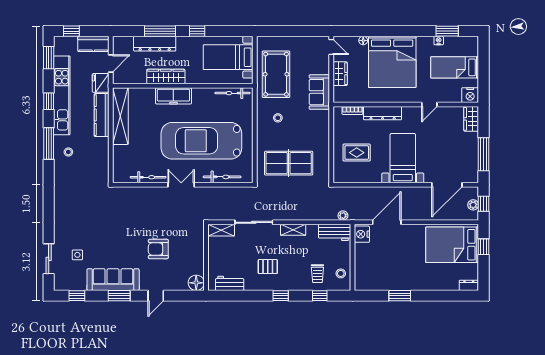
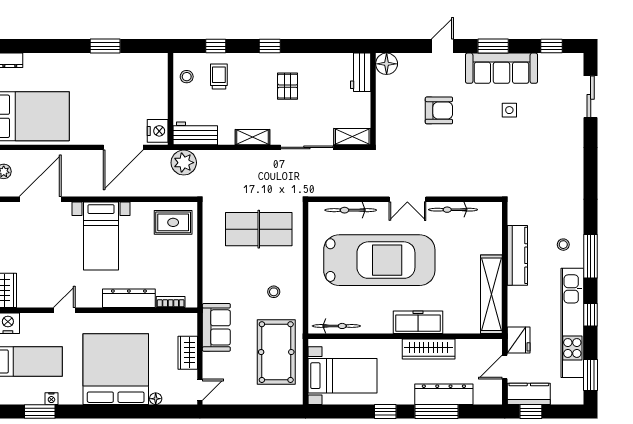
window: (71, 31) -> (531, 412), moved
door: (331, 47) -> (200, 390), swing flipped
kitchen counter: (102, 115) -> (517, 255), moved
rug: (357, 153) -> (173, 222), moved
plant: (343, 216) -> (184, 163), width x1.88, depth x1.88
side table: (77, 255) -> (509, 110), moved
pallet: (268, 267) -> (288, 86), turned 90
workbench: (230, 283) -> (361, 72), moved, turned 90

